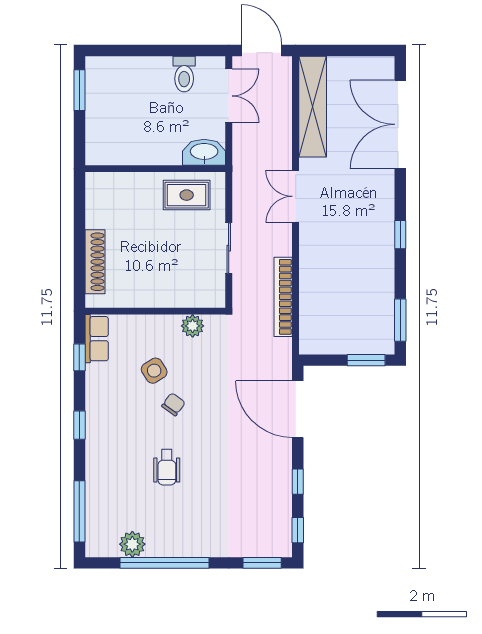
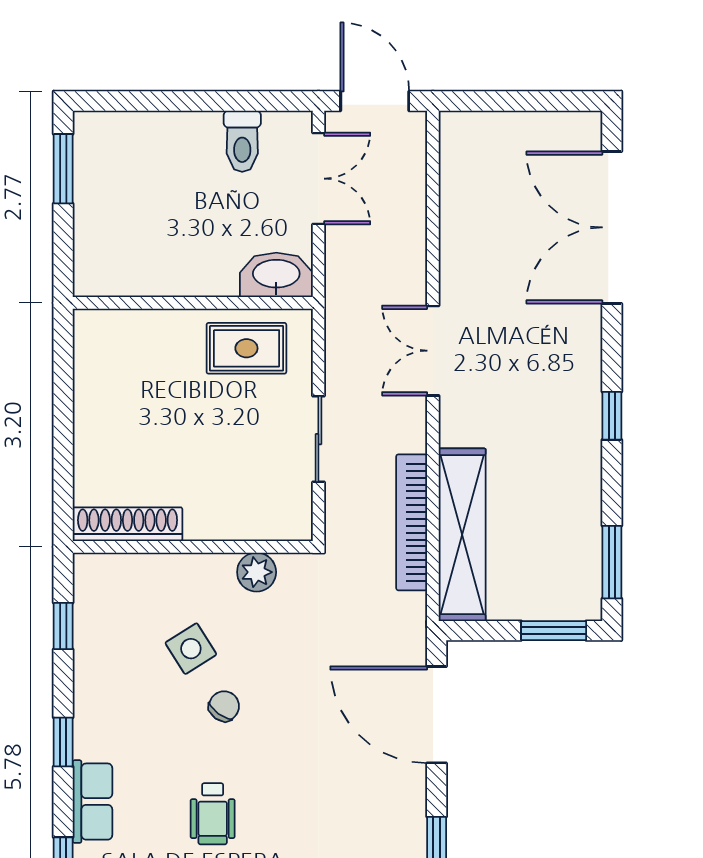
shelving: (313, 107) -> (462, 535), moved
shoe rack: (95, 262) -> (128, 524), moved, turned -90
row of seats: (97, 339) -> (93, 802), moved

